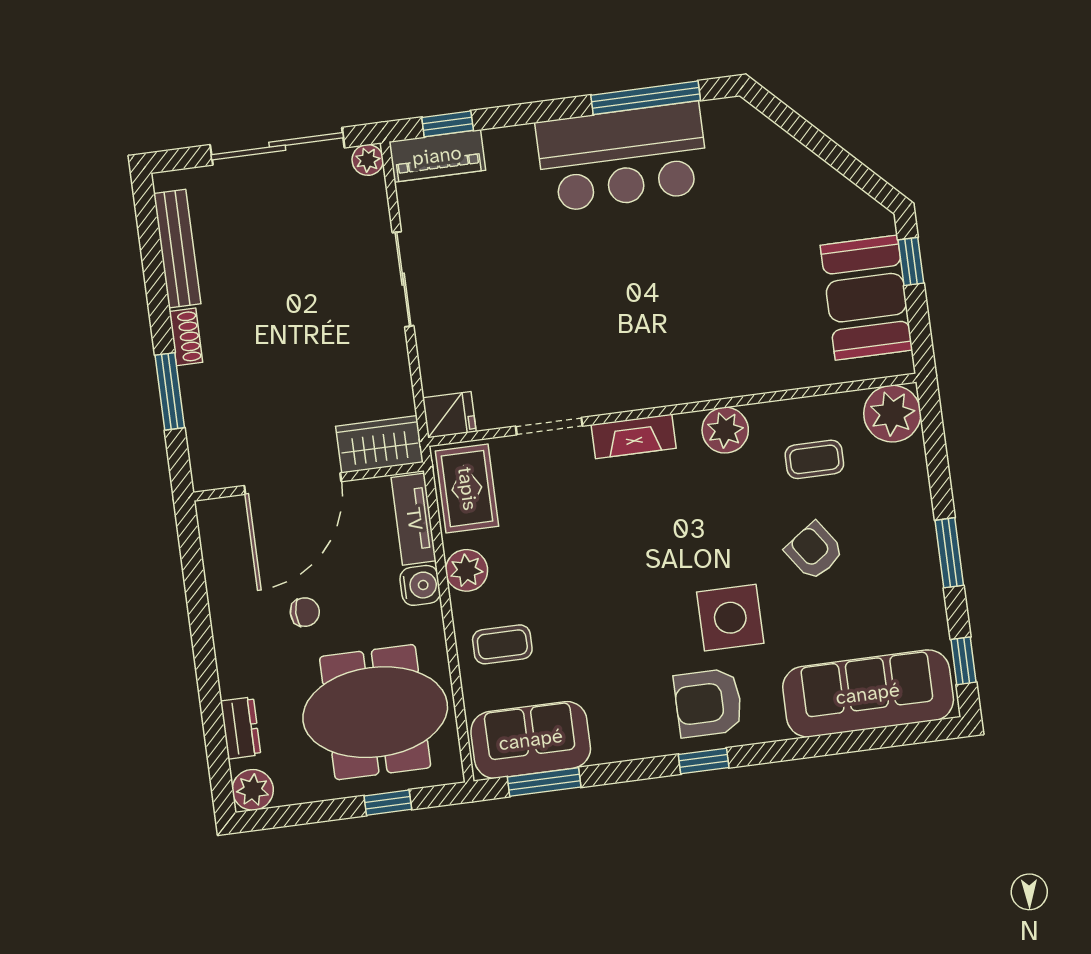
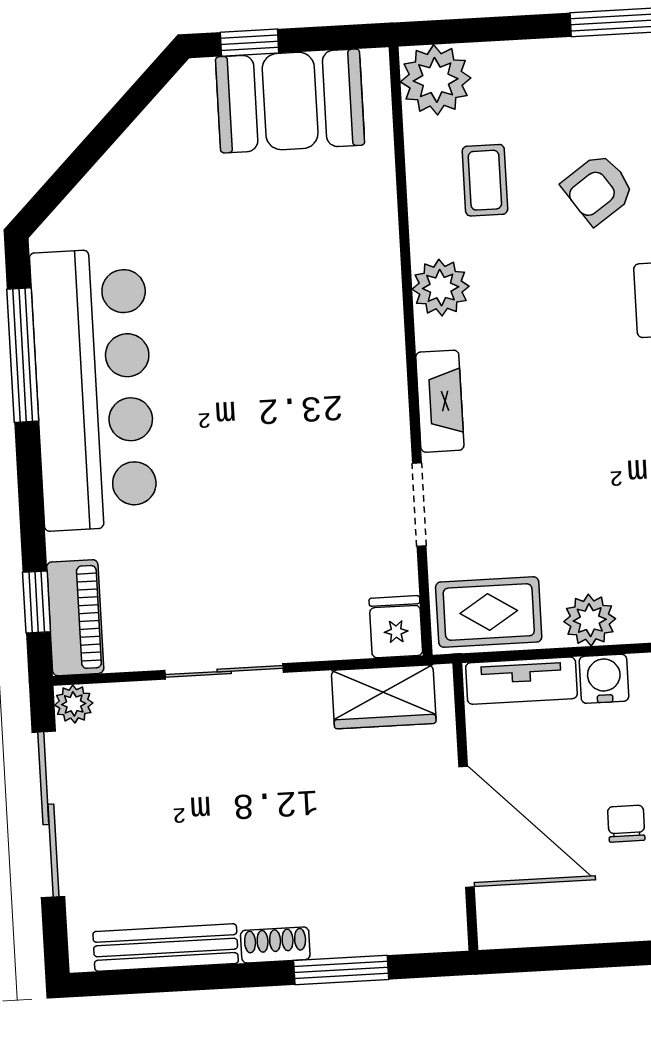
bar counter: (622, 157) -> (94, 389), width x1.36
wardrobe: (379, 444) -> (384, 697), moved, turned -90

